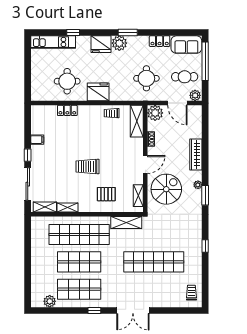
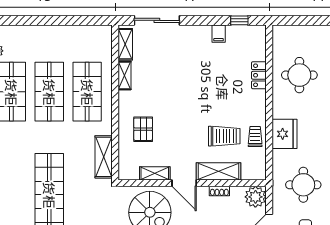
fridge: (98, 92) -> (285, 134), moved
shelving: (137, 121) -> (219, 171), moved
window: (28, 155) -> (239, 20), moved
trolley: (87, 167) -> (224, 136), moved, turned 90
shelving: (138, 196) -> (155, 173), moved
shop shelf: (79, 235) -> (87, 92), width x0.71

